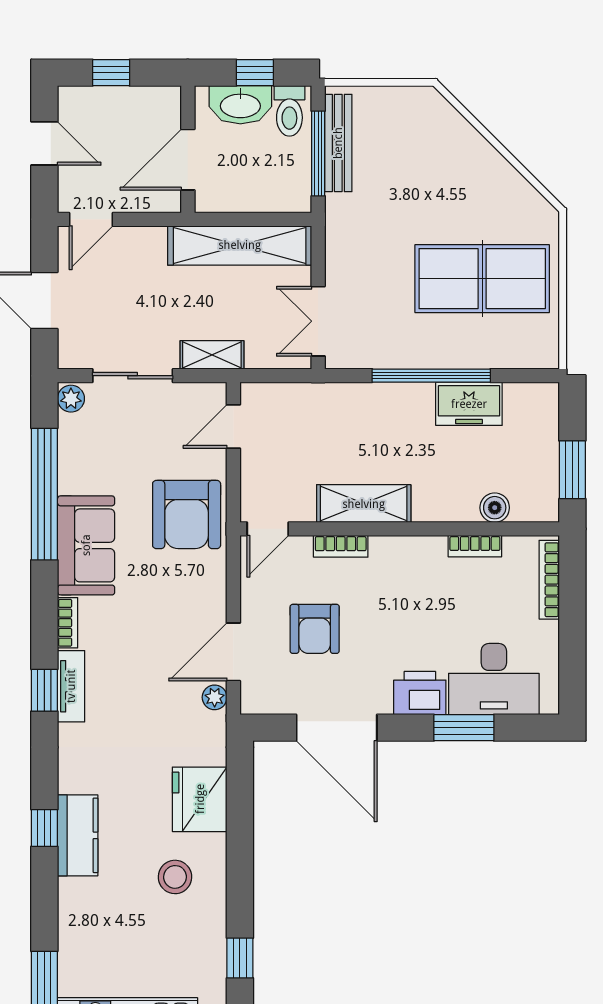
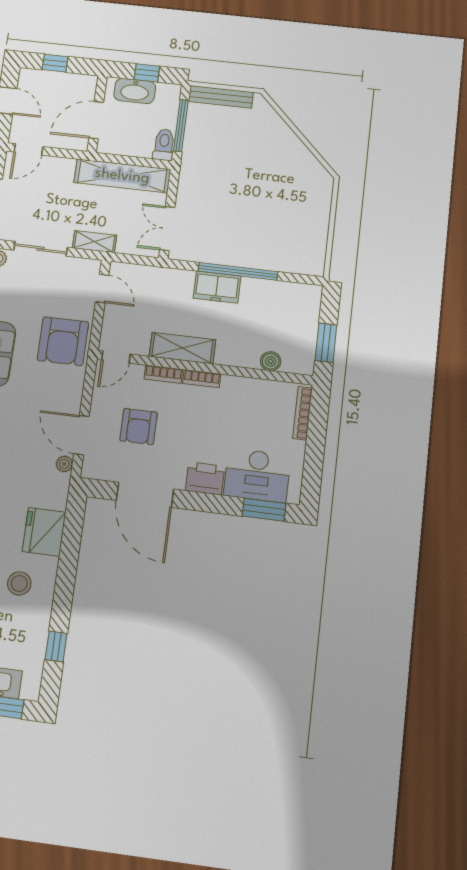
toilet: (289, 111) -> (164, 145), moved, turned 180
bench: (338, 143) -> (221, 97), moved, turned 90
table tennis table: (482, 279) -> (279, 214), removed
freezer: (469, 404) -> (217, 287), moved
door: (233, 426) -> (102, 288), swing flipped
bookcase: (475, 546) -> (202, 379), moved
door: (233, 652) -> (81, 435), hinge flipped
window: (464, 728) -> (264, 510), moved

